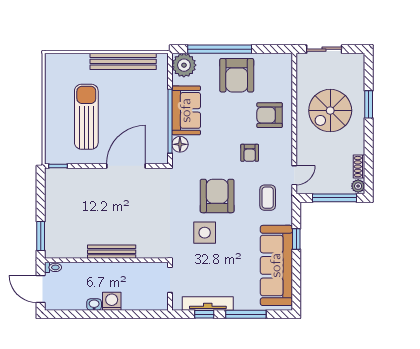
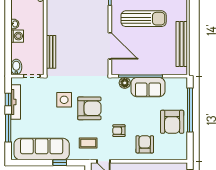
plant: (184, 65) -> (179, 86), removed
armchair: (237, 75) -> (172, 122), turned -90
bench: (112, 252) -> (51, 52), moved
bidet: (157, 302) -> (16, 67), added

